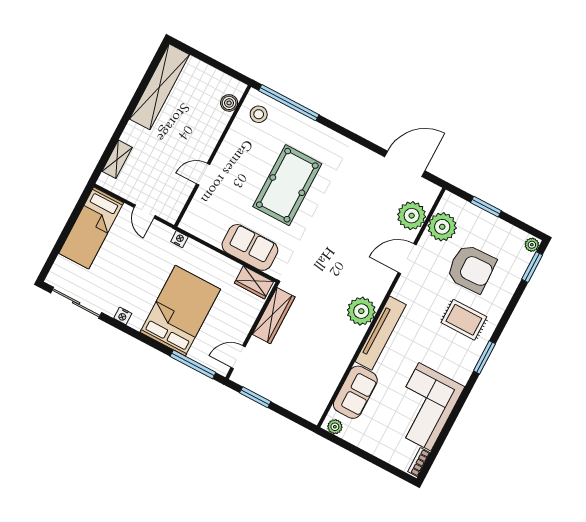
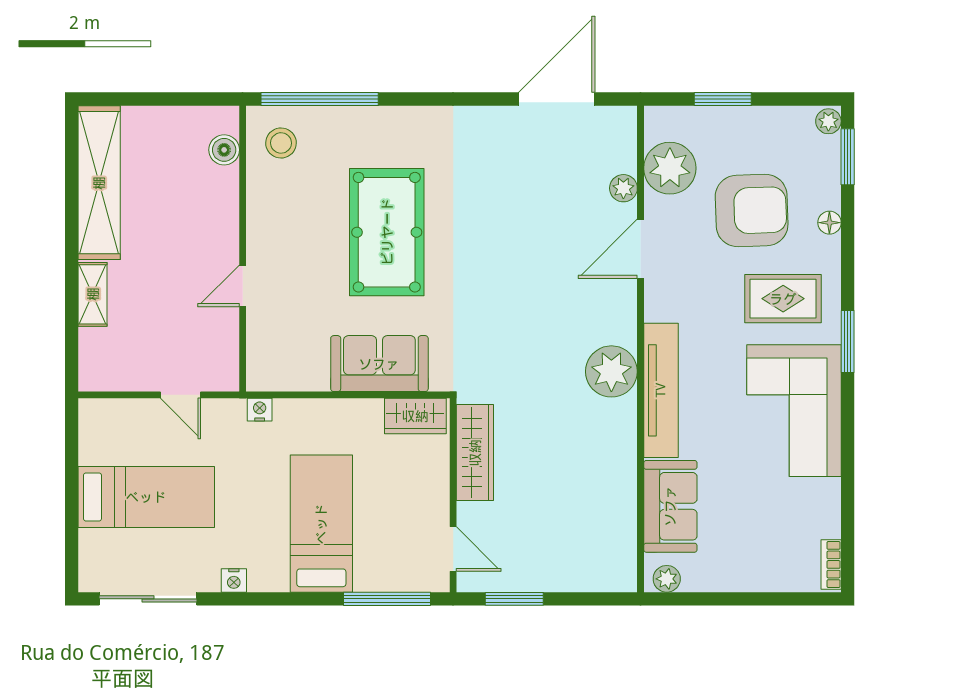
shelving: (117, 159) -> (93, 294), moved
plant: (412, 216) -> (623, 188), width x0.53, depth x0.53
bed: (91, 228) -> (146, 497), moved, turned -90
floor lamp: (506, 295) -> (829, 223), added
bed: (180, 311) -> (321, 524), width x0.67
door: (238, 357) -> (453, 549), swing flipped
corner sofa: (425, 407) -> (794, 411), moved

